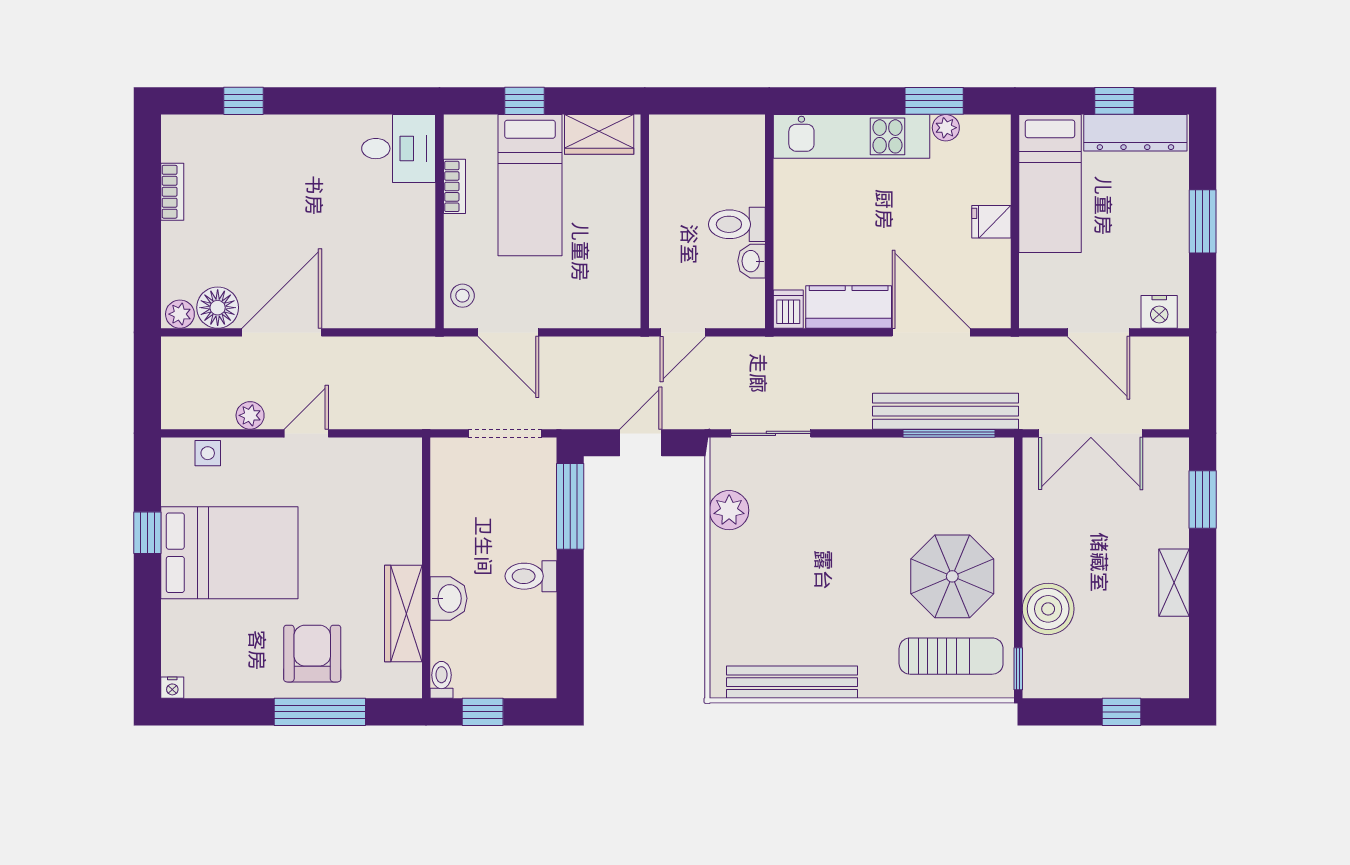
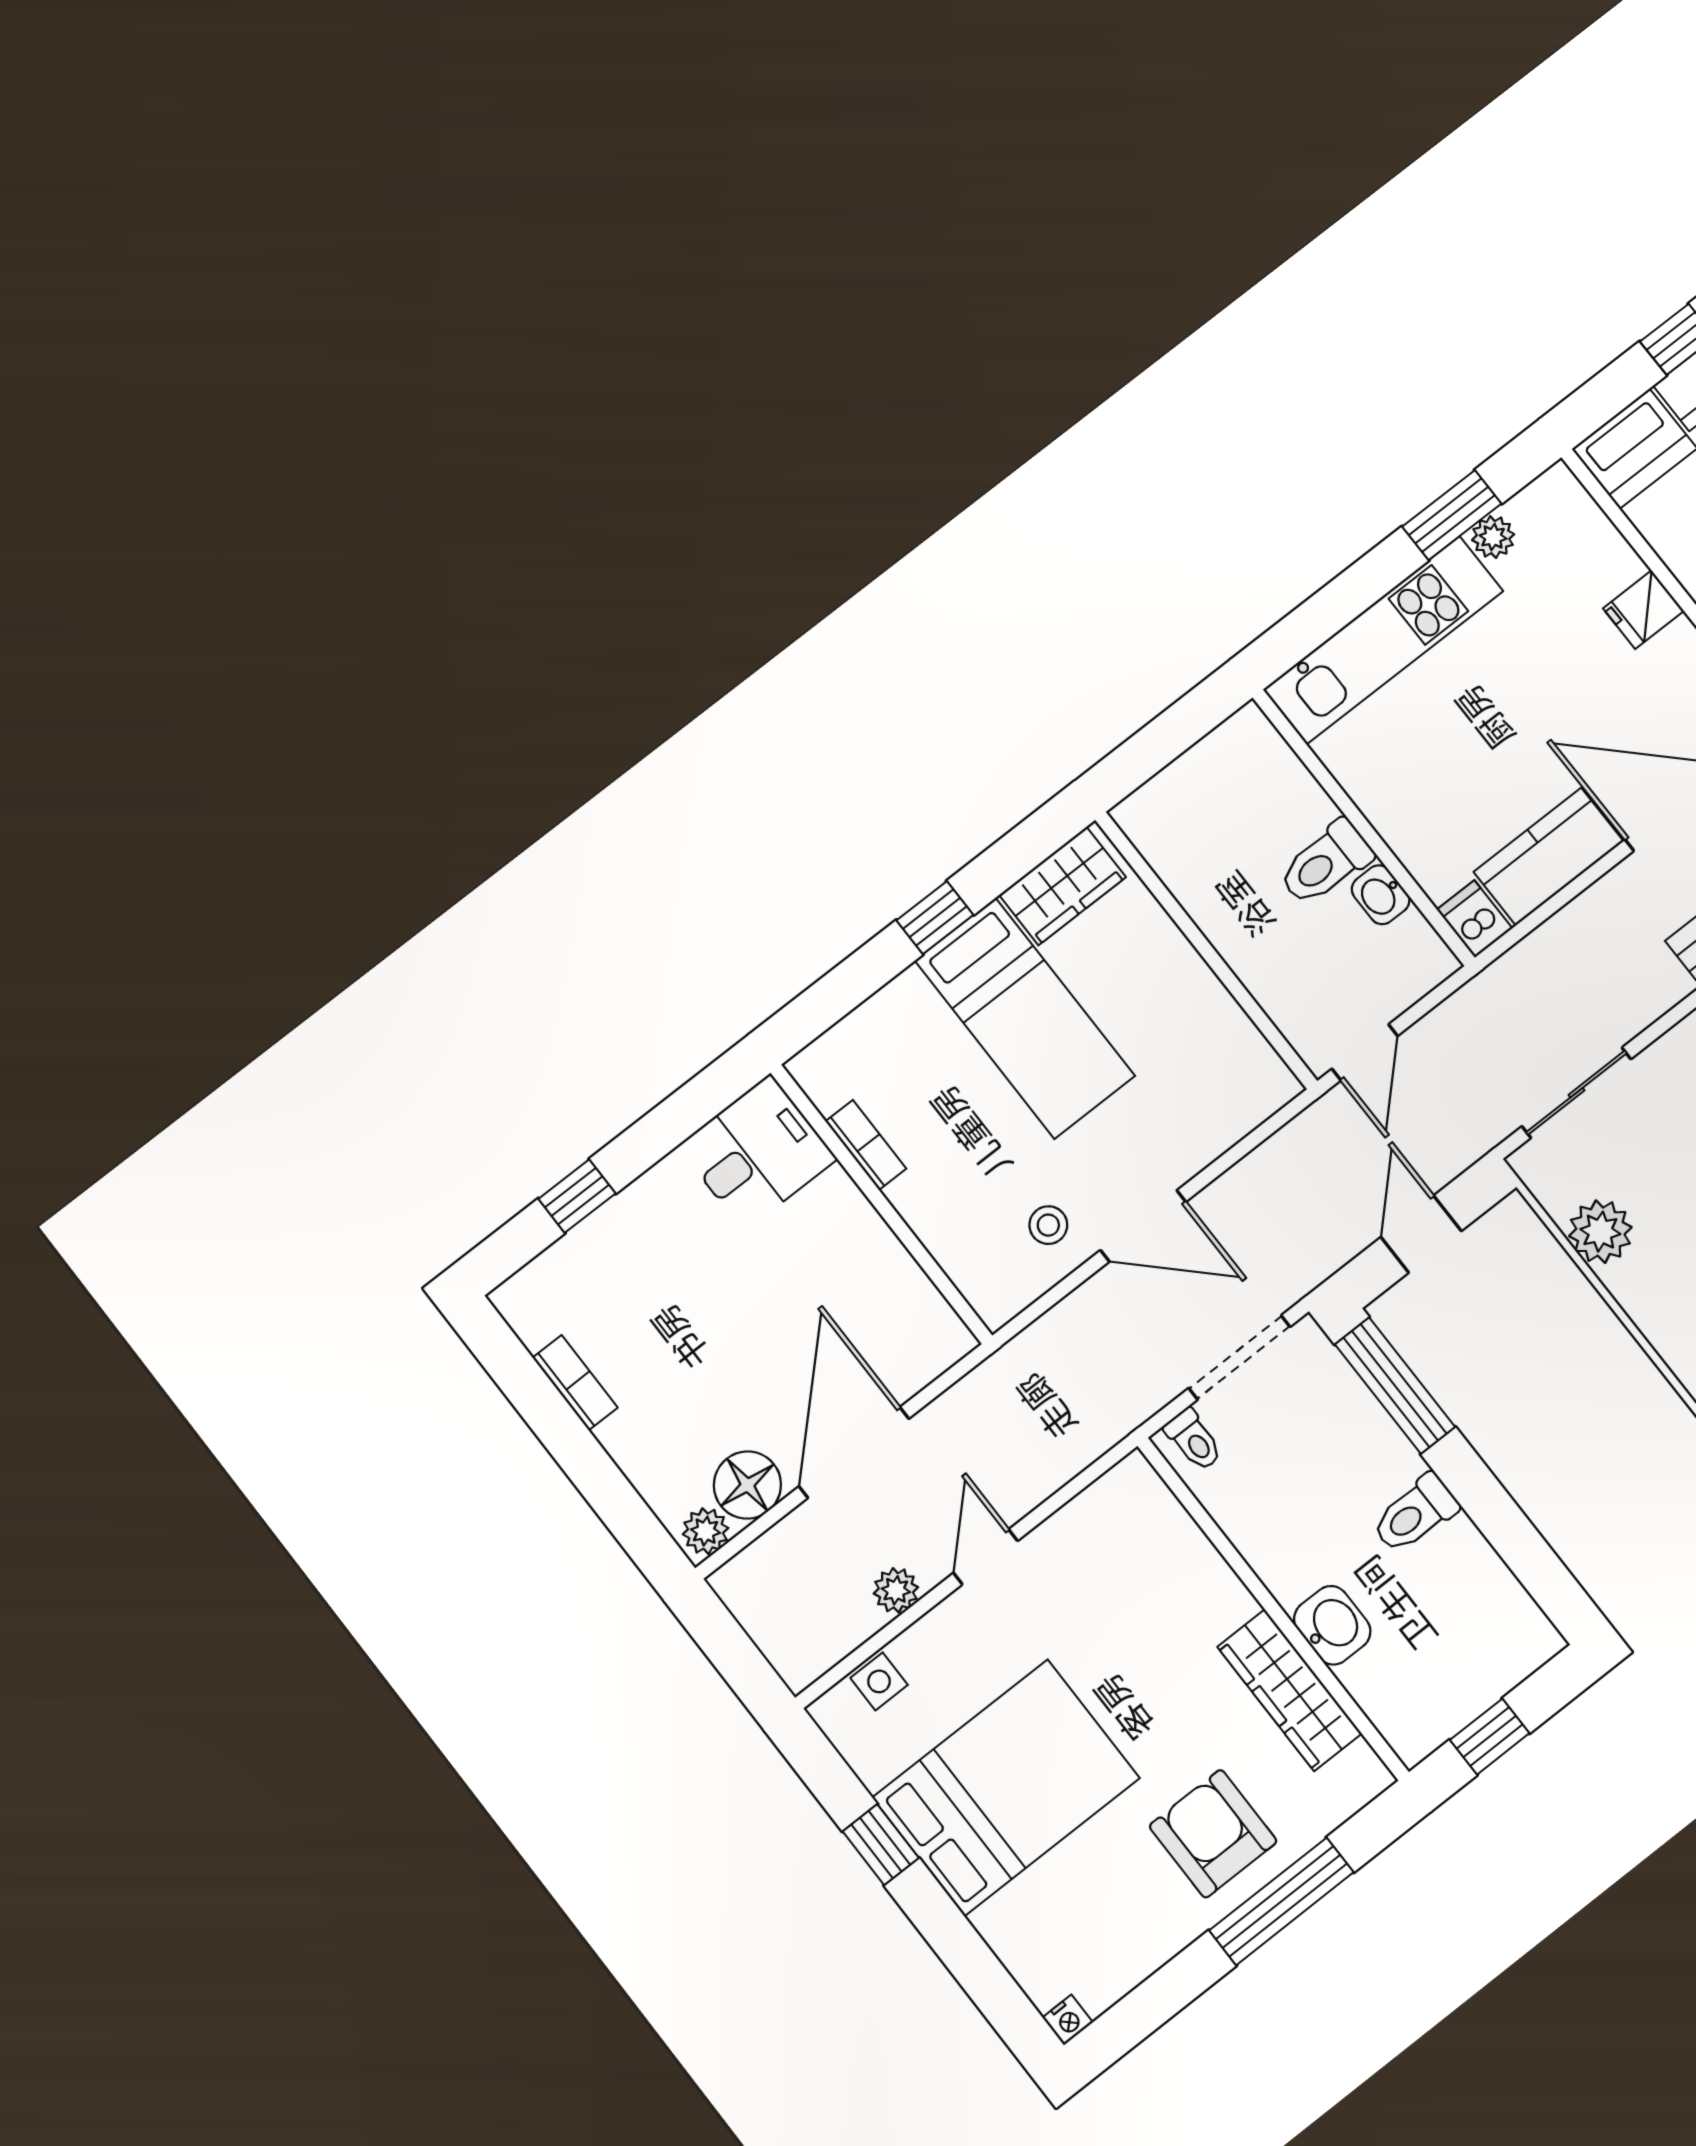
desk: (399, 149) -> (757, 1152), moved
bookcase: (454, 186) -> (866, 1145), moved
wall: (440, 221) -> (881, 1204), moved
toilet: (441, 680) -> (1194, 1440), moved, turned 180

